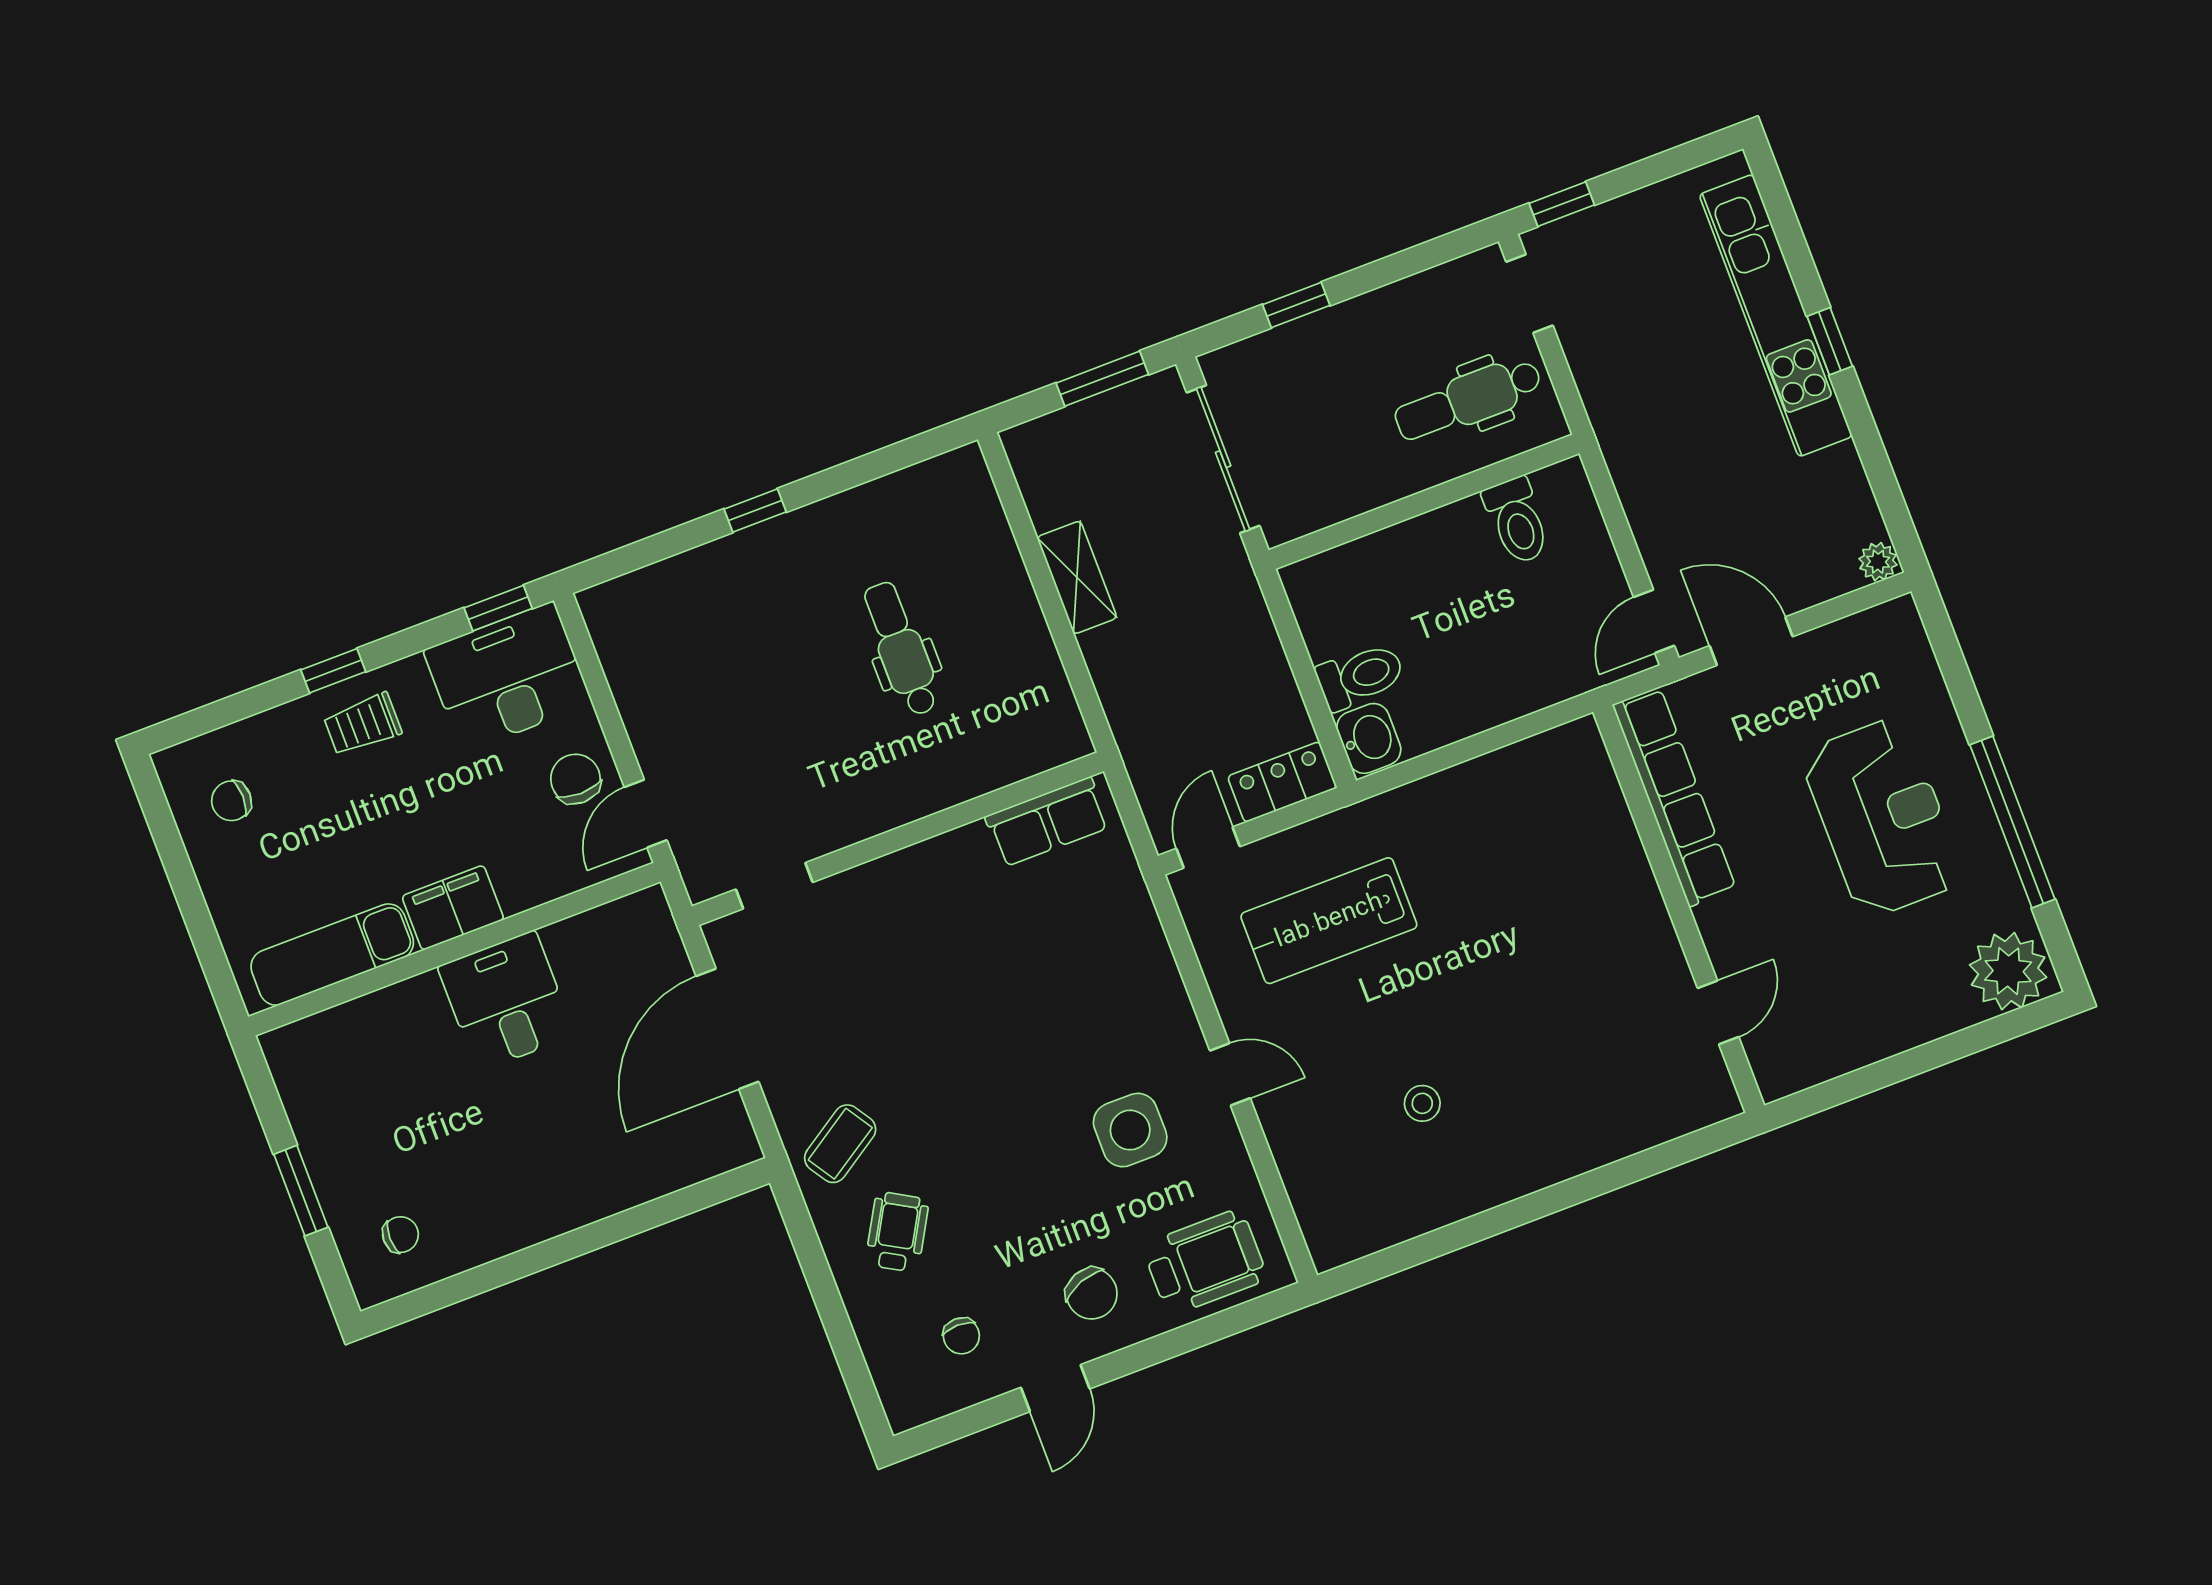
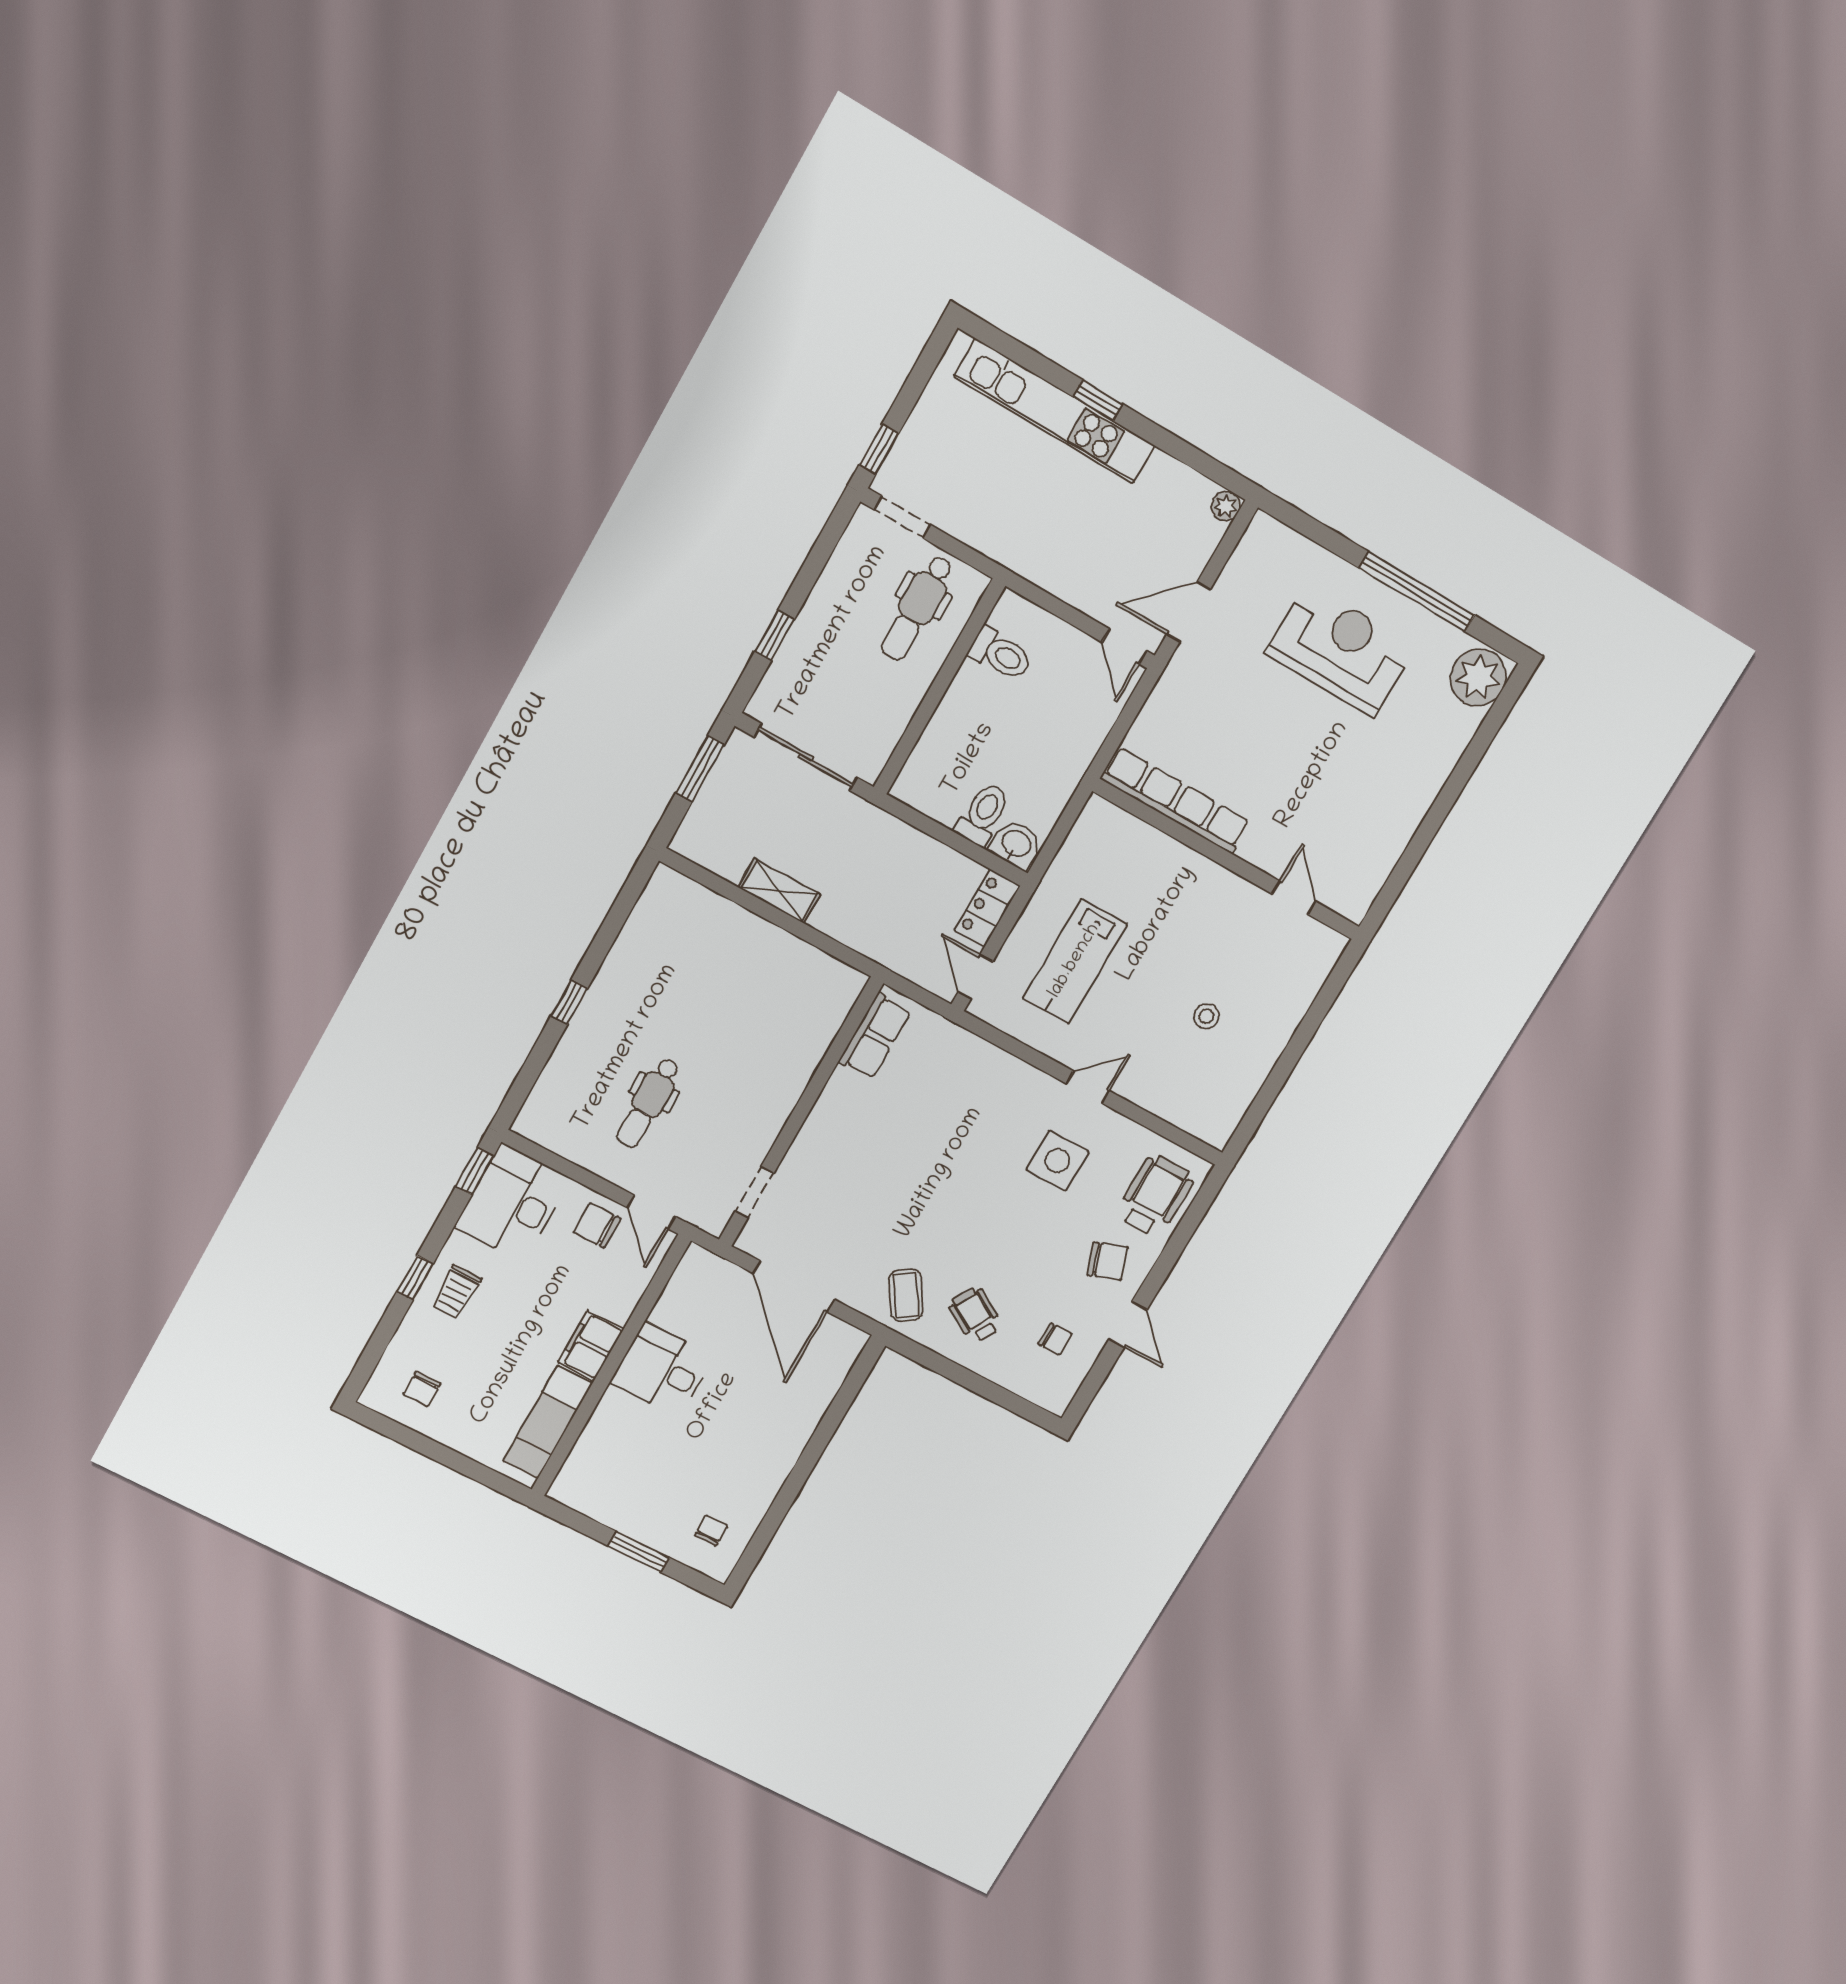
dental chair: (901, 649) -> (648, 1103), moved, turned -90
row of seats: (1674, 797) -> (1175, 800), moved
wall: (1679, 909) -> (1227, 860), moved
door: (1718, 1013) -> (1294, 898), moved

